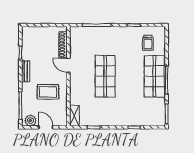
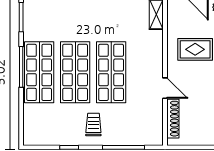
trolley: (148, 43) -> (93, 125), moved
shop shelf: (130, 76) -> (75, 72), added

